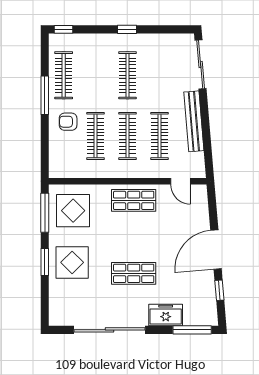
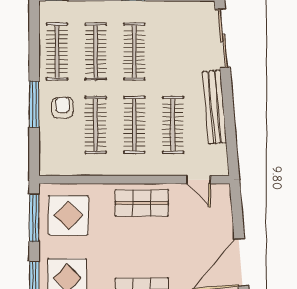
clothes rail: (96, 75) -> (96, 52), added
window: (45, 95) -> (34, 104), moved
armchair: (68, 122) -> (62, 108), turned 90

